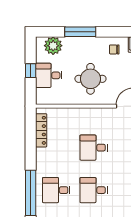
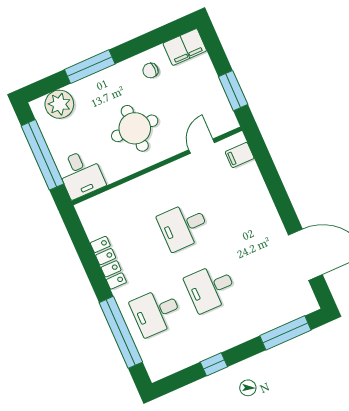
window: (31, 71) -> (42, 155), width x3.17
desk: (49, 75) -> (81, 174), moved, turned -90
locker: (41, 130) -> (108, 263), moved

